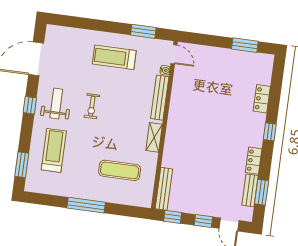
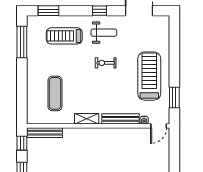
treadmill: (114, 57) -> (149, 76), width x1.37, depth x1.38
treadmill: (54, 150) -> (64, 36), turned 180
window: (86, 205) -> (22, 42), moved

